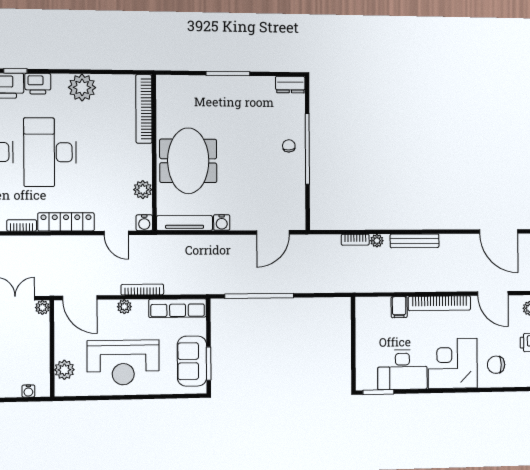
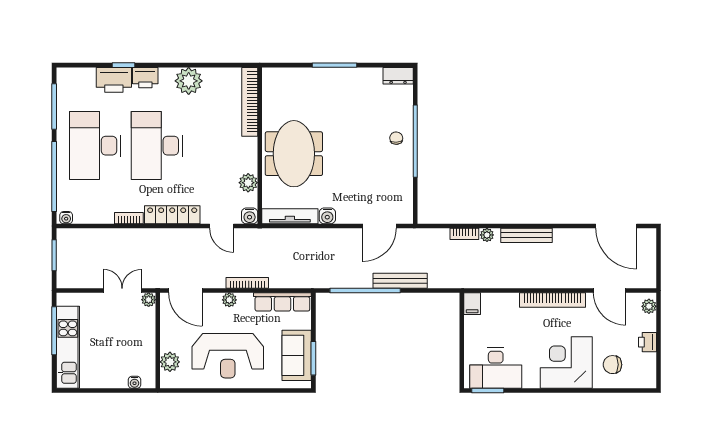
bench: (293, 286) -> (400, 281), added
filing cabinet: (399, 307) -> (472, 304), moved
desk: (402, 370) -> (496, 368), moved

